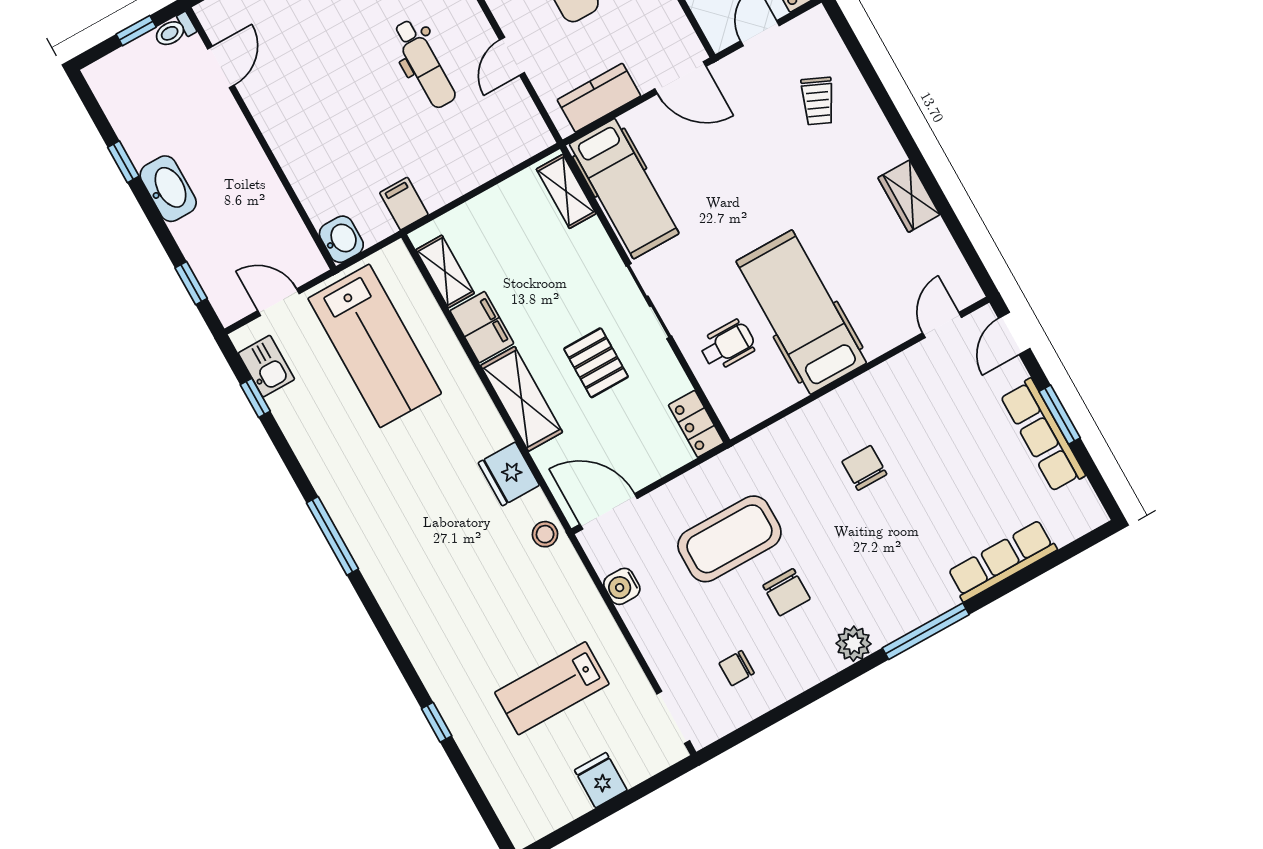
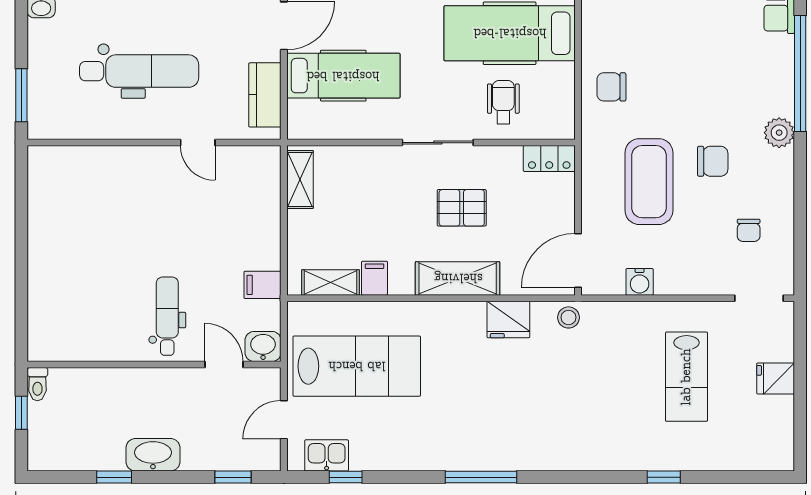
dental chair: (424, 64) -> (167, 316), moved, turned -90
door: (221, 67) -> (224, 365), moved
hospital bed: (624, 189) -> (343, 76), moved
shelving: (566, 191) -> (300, 179), moved, turned 90
filing cabinet: (482, 327) -> (375, 278), width x0.50
chair: (864, 468) -> (611, 87), moved
window: (926, 631) -> (800, 74), width x1.46

